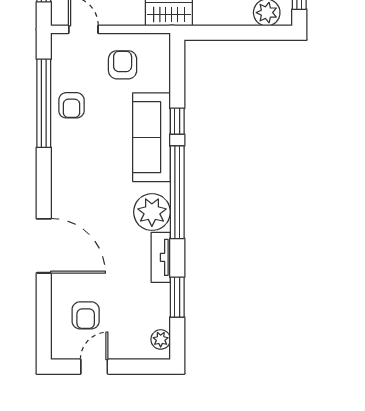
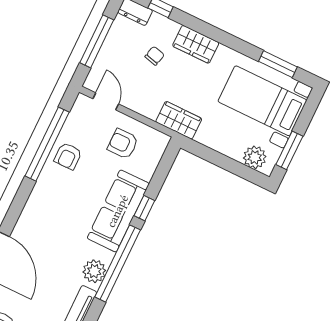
armchair: (123, 65) -> (123, 144), turned -90
plant: (152, 212) -> (94, 271), width x0.73, depth x0.73

